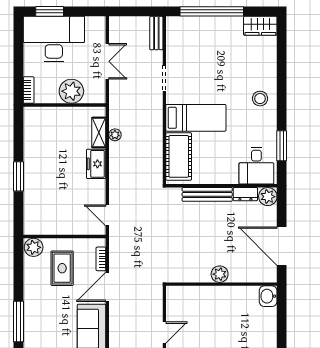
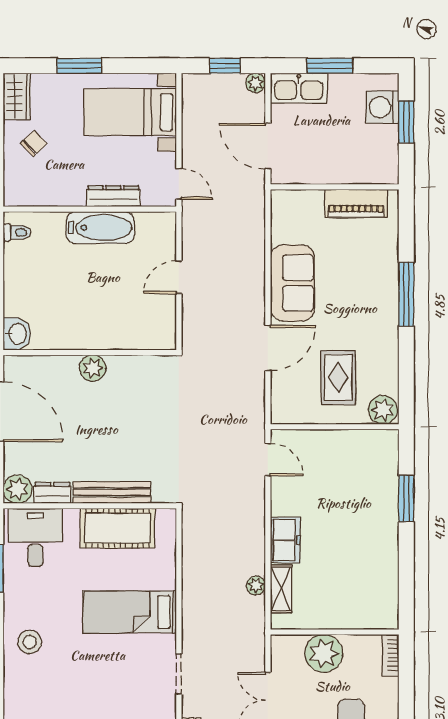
cot: (179, 156) -> (118, 528), moved, turned 90
window: (19, 176) -> (406, 499), moved
bookcase: (101, 259) -> (278, 392), removed

